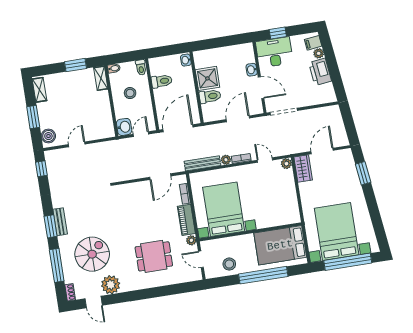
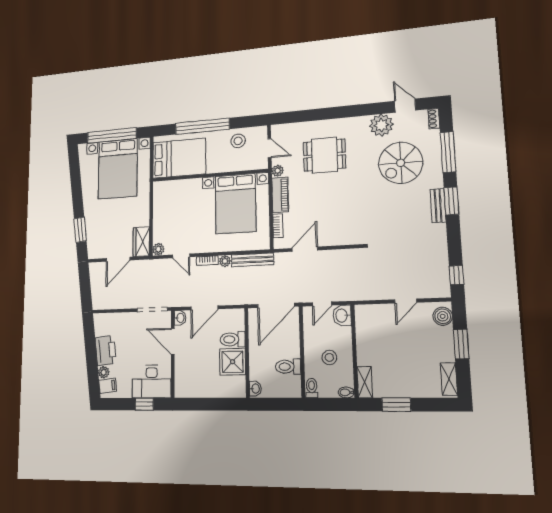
washbasin: (252, 70) -> (180, 318), moved

